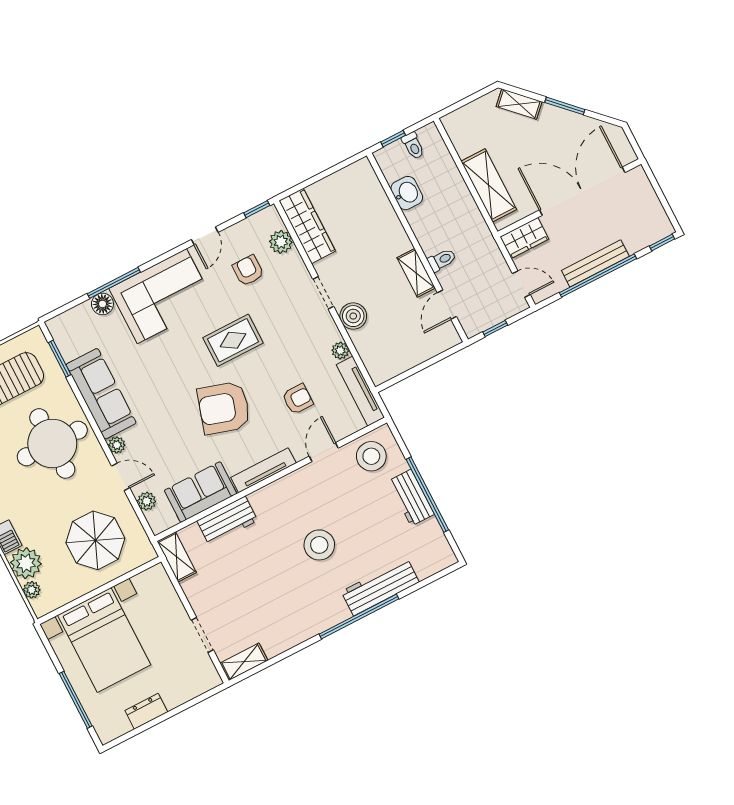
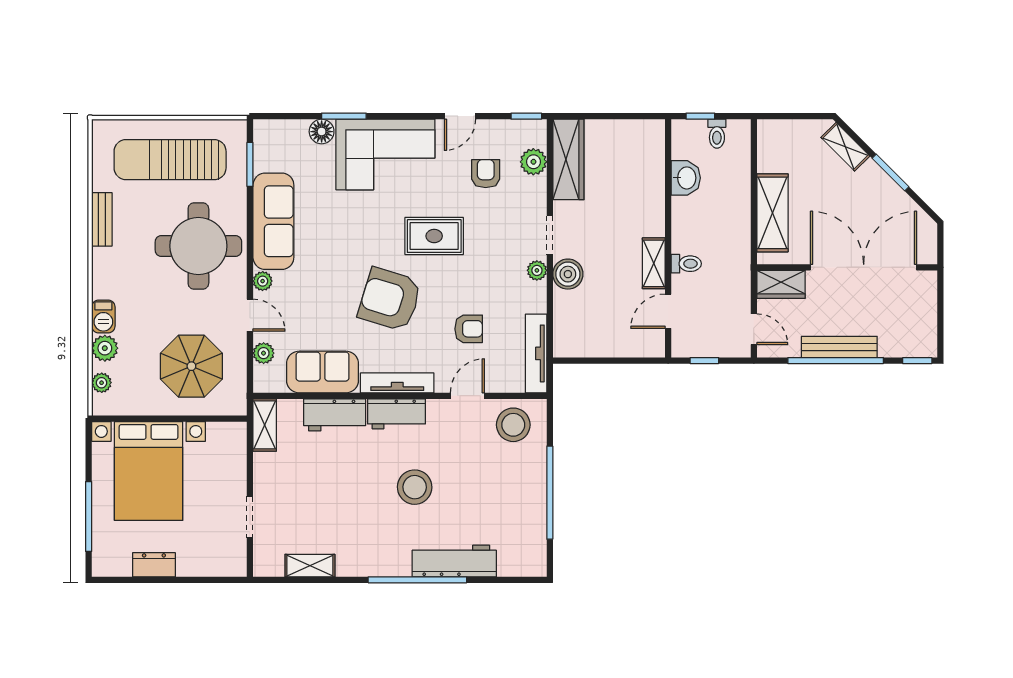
window: (114, 283) -> (344, 116), width x0.69
plant: (340, 351) -> (537, 270), moved
workbench: (411, 498) -> (397, 414), moved, turned -90
plant: (26, 563) -> (105, 348), width x0.73, depth x0.73
shelving: (244, 662) -> (310, 566), moved

